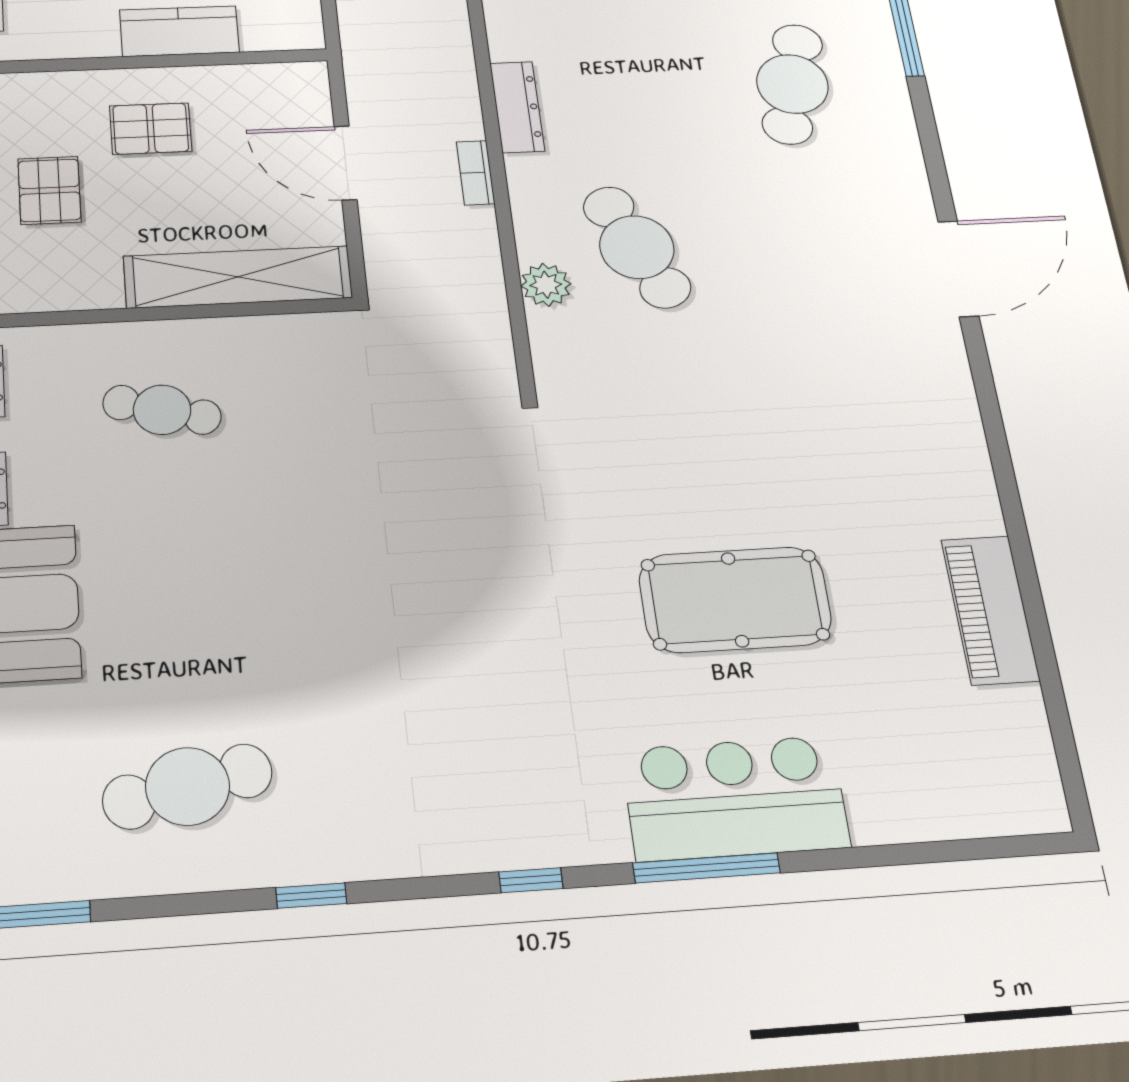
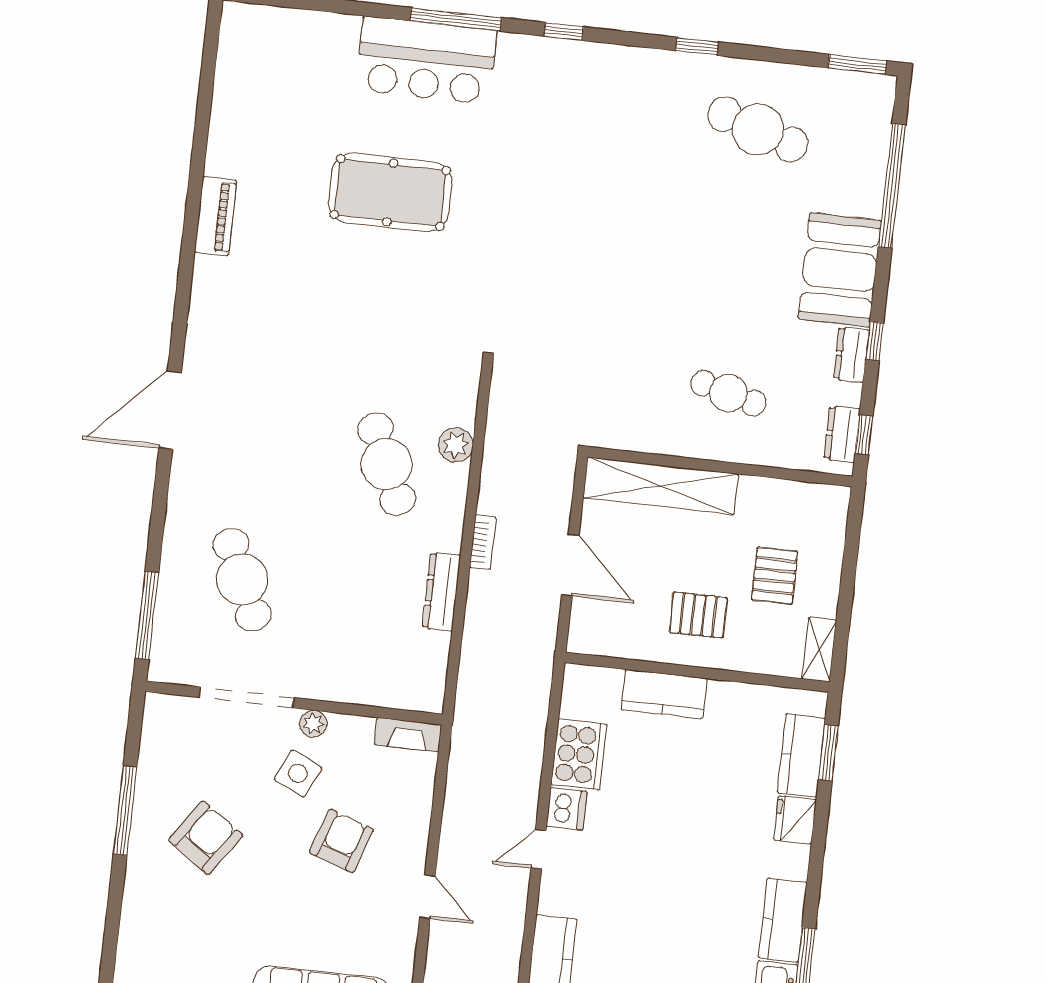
cafe table: (792, 84) -> (242, 580), turned -39
piano: (990, 610) -> (216, 216), moved, width x0.73, depth x0.75
cafe table: (188, 786) -> (758, 129), turned 30

